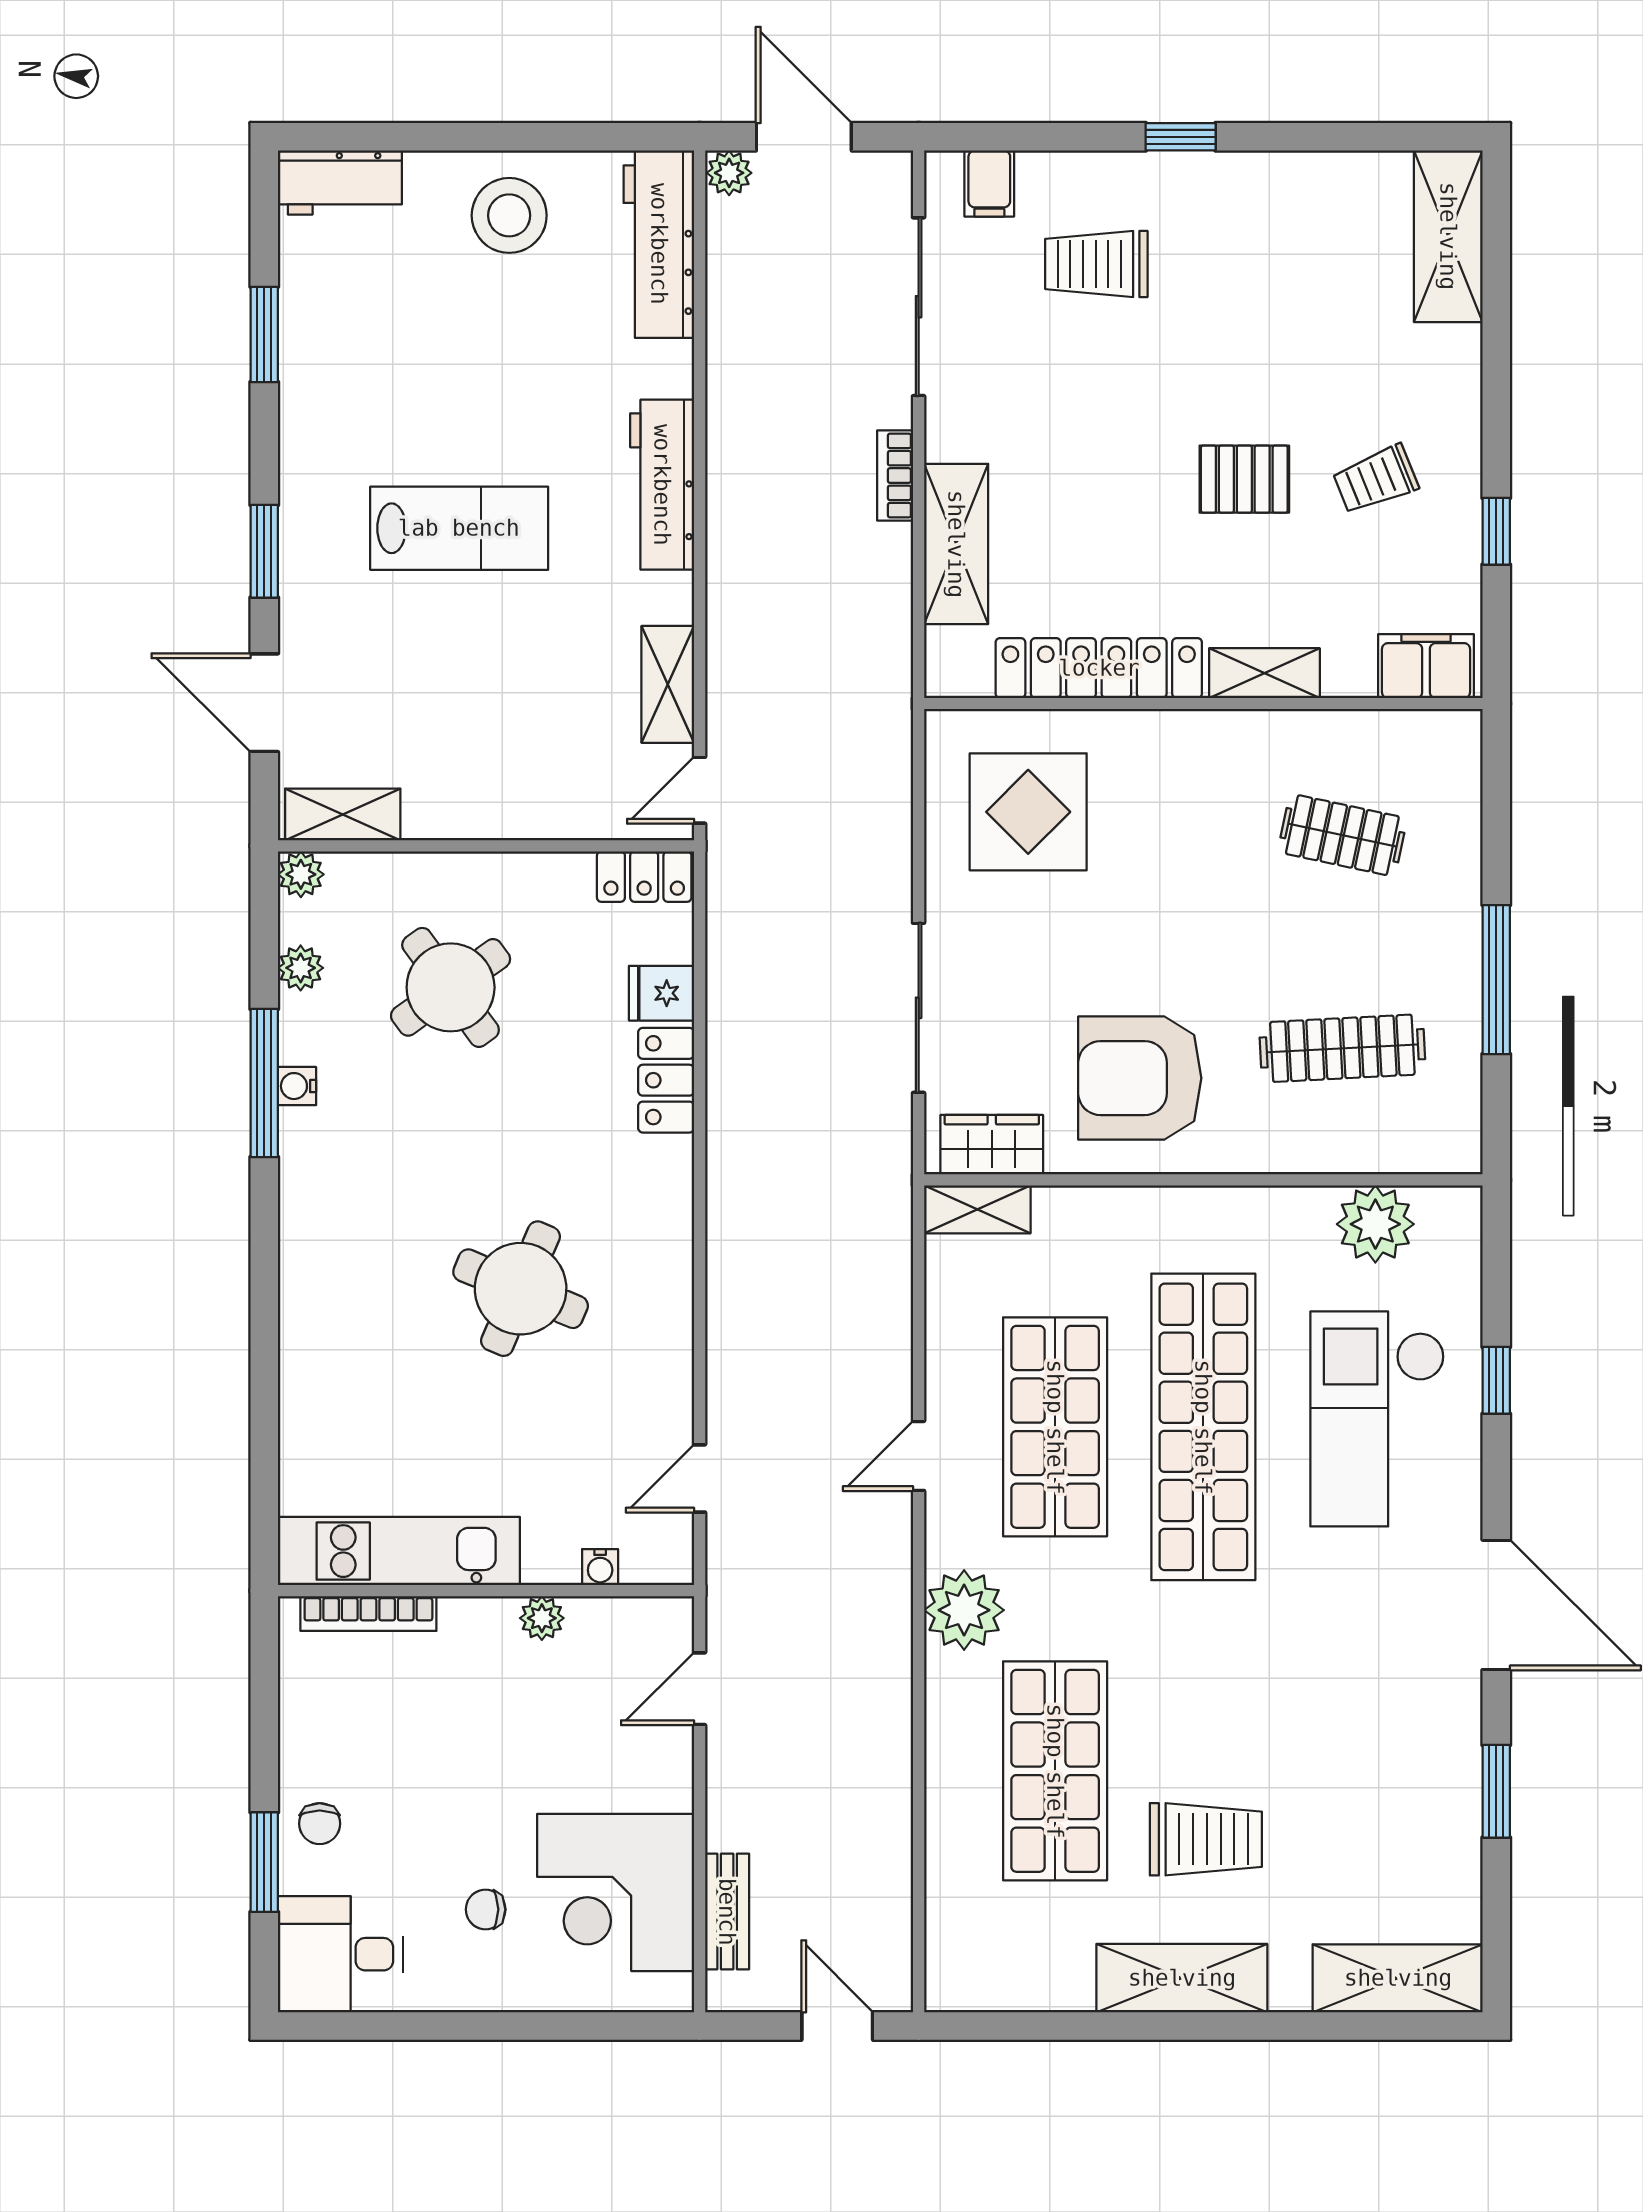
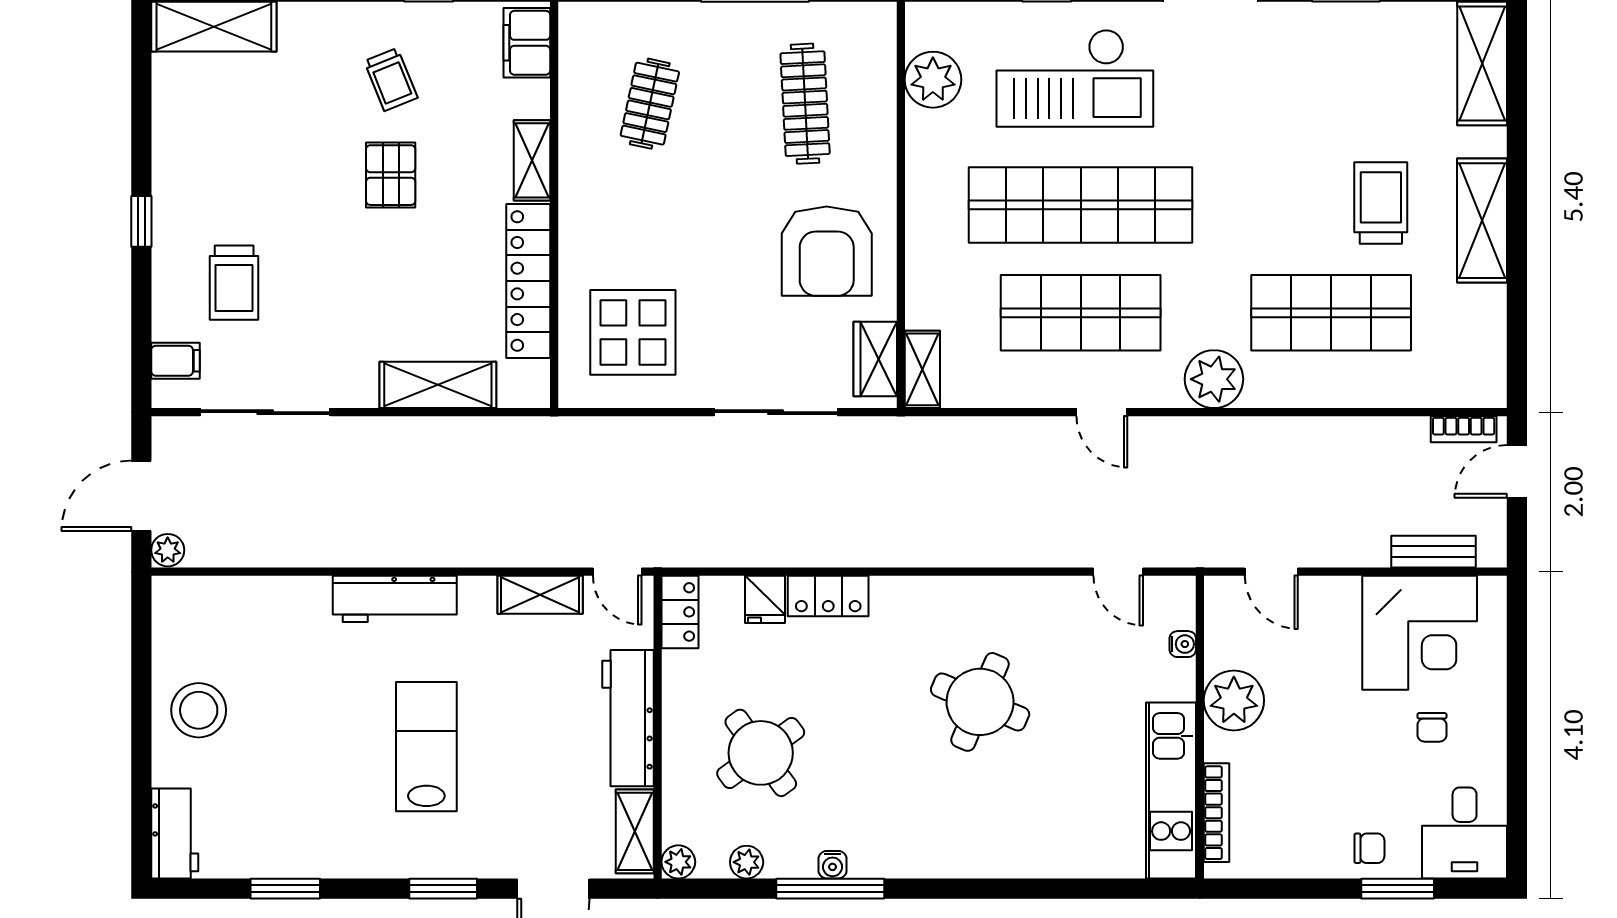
workbench: (659, 244) -> (628, 718), moved, turned 90
bookcase: (895, 476) -> (1464, 429), moved
plant: (542, 1618) -> (1234, 700), width x1.87, depth x1.87

